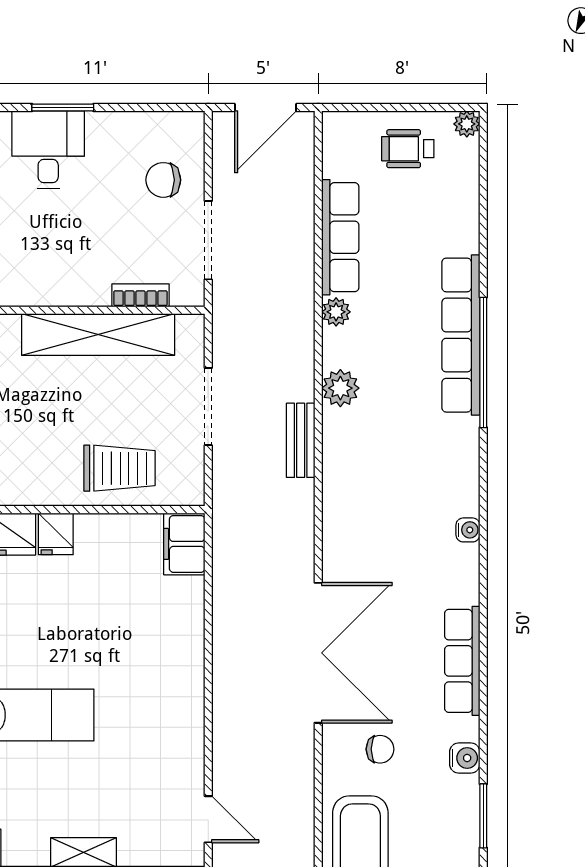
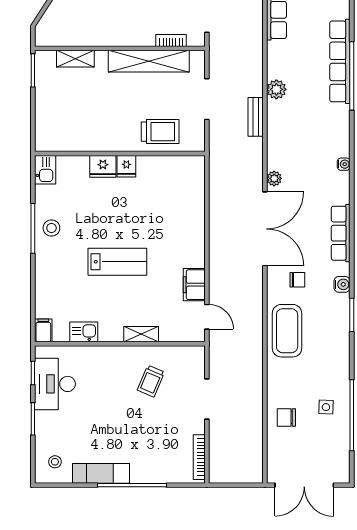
plant: (336, 312) -> (274, 178), moved
filing cabinet: (184, 544) -> (194, 285), moved

